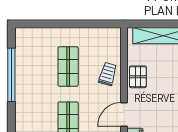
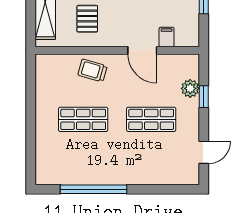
pallet: (138, 77) -> (87, 19), moved, turned 90

